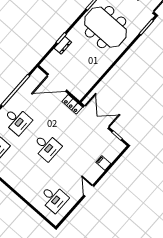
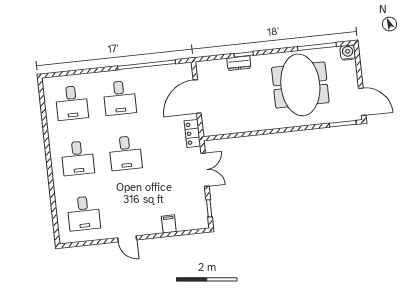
door: (57, 83) -> (197, 96), hinge flipped
double door: (96, 117) -> (205, 170), width x0.73
desk: (24, 172) -> (78, 158), added
door: (89, 191) -> (127, 239), swing flipped

